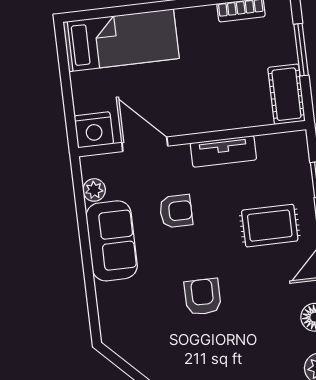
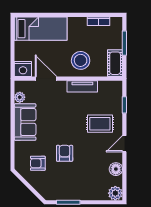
stool: (213, 97) -> (81, 60), added
armchair: (176, 211) -> (38, 163), moved, turned 180

